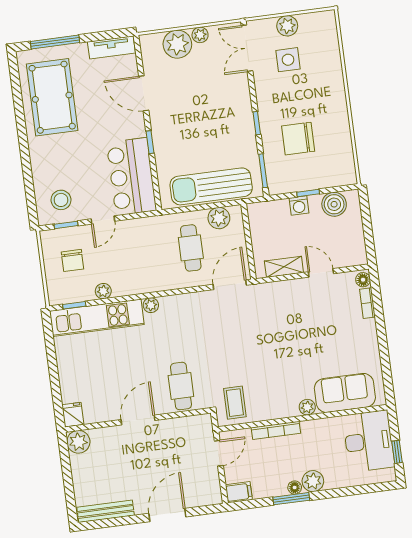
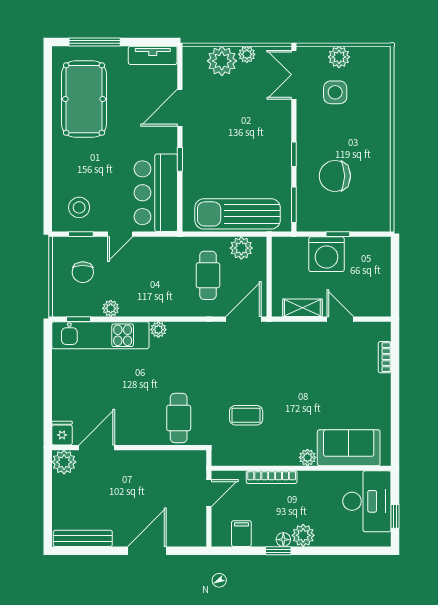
door: (144, 93) -> (180, 108), hinge flipped
boiler: (334, 204) -> (363, 249), removed
washing machine: (299, 206) -> (327, 254), width x1.89, depth x1.89
floor lamp: (363, 280) -> (383, 332), removed
coffee table: (235, 403) -> (246, 415), moved, turned 90
door: (138, 420) -> (97, 448), moved
filing cabinet: (239, 492) -> (241, 534), moved, turned -90
window: (291, 499) -> (278, 551), width x0.67

